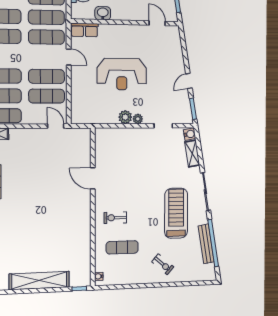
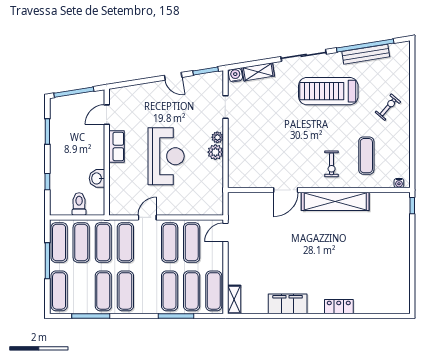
row of seats: (84, 30) -> (116, 147), moved
shelving: (39, 281) -> (335, 201), moved, turned 90

